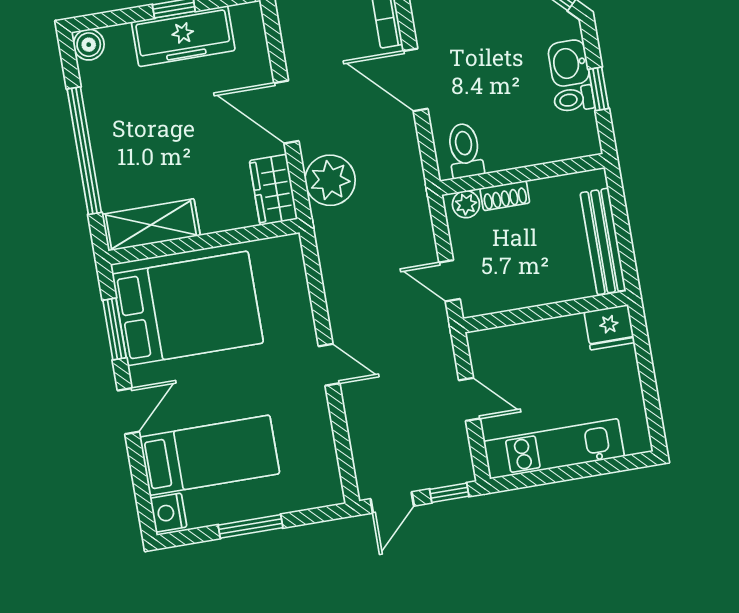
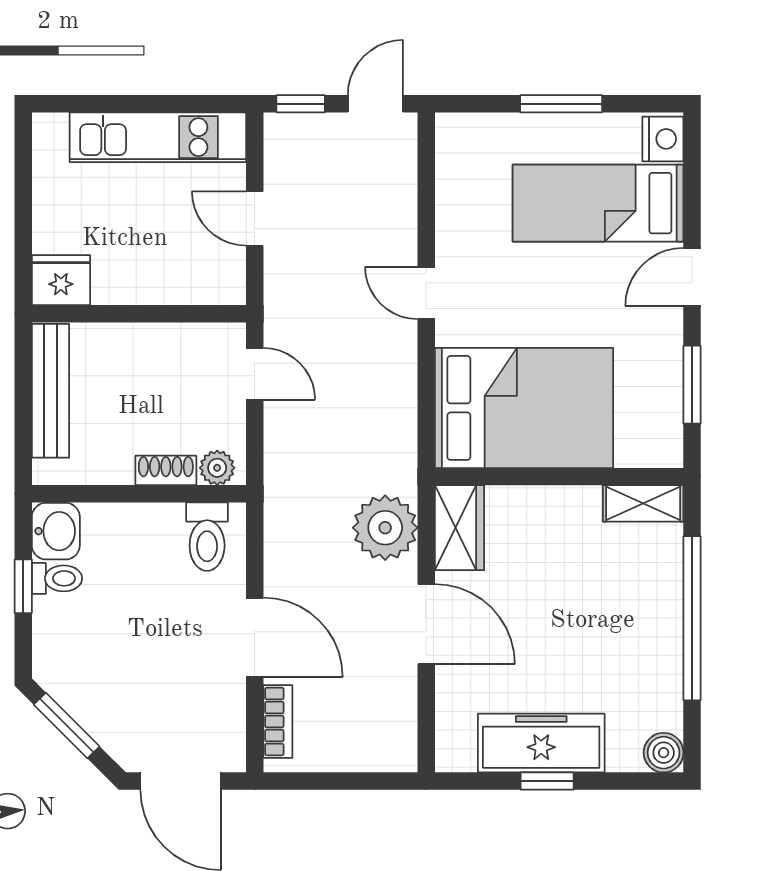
washbasin: (569, 63) -> (56, 531), moved
shelving: (151, 225) -> (643, 503), width x0.67, depth x0.75
bed: (188, 308) -> (524, 408), moved, turned 180

